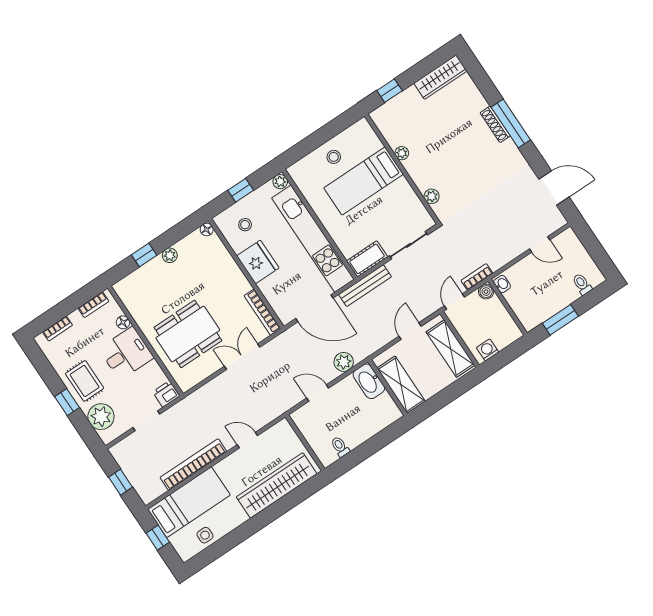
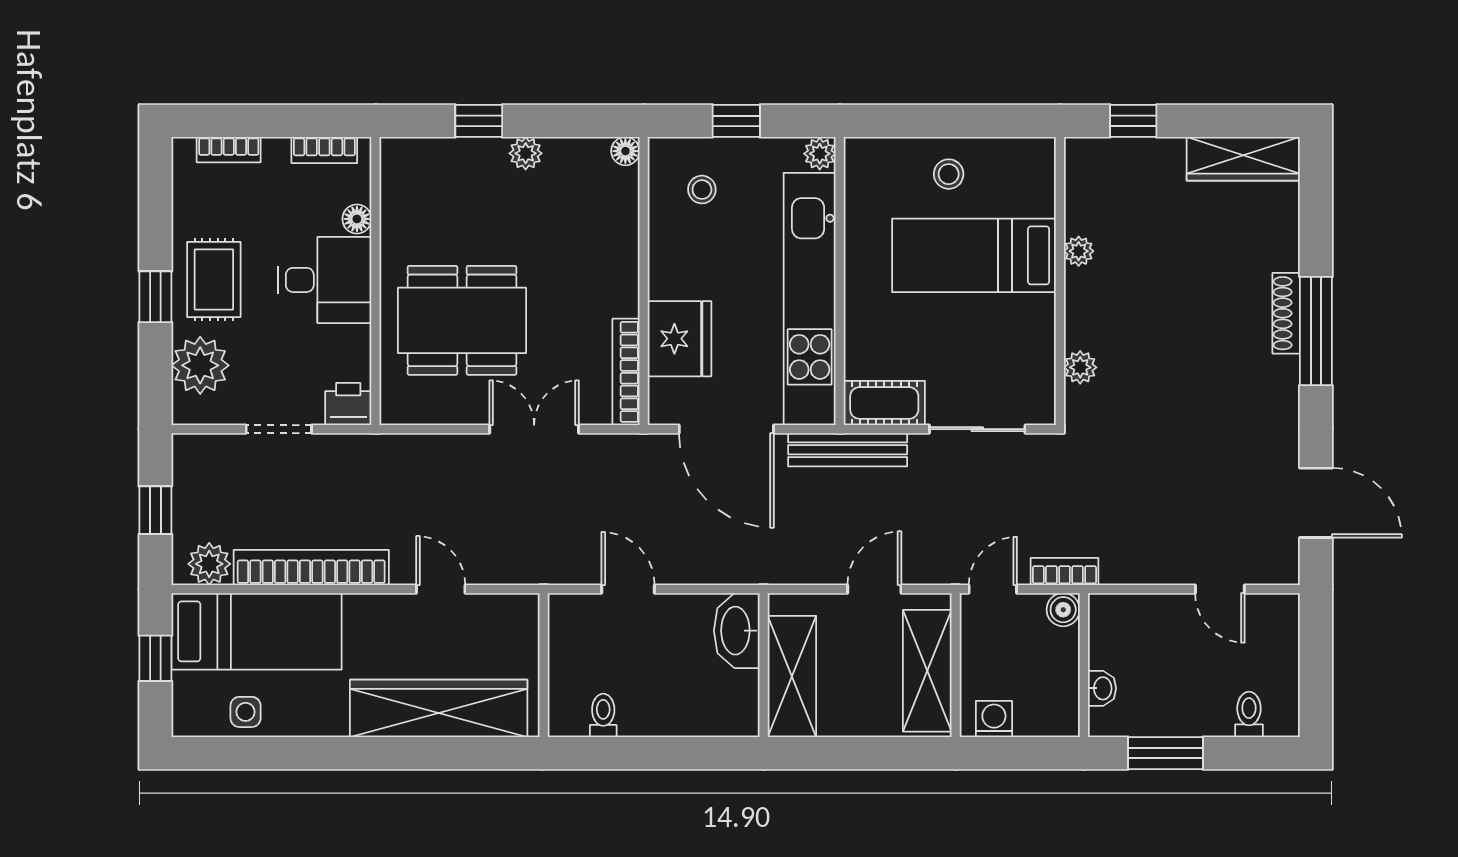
fridge: (258, 262) -> (679, 339), moved
washbasin: (502, 284) -> (1102, 688), moved
plant: (344, 362) -> (209, 564), moved

